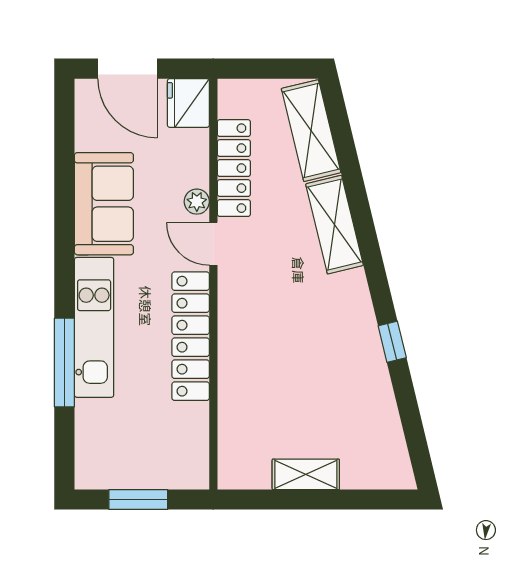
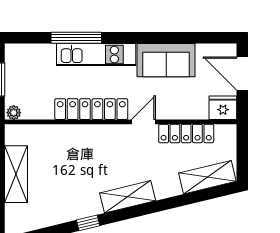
door: (128, 69) -> (242, 73), hinge flipped
plant: (197, 202) -> (14, 113), moved
shelving: (334, 225) -> (128, 197), moved
shelving: (306, 474) -> (16, 174), width x1.50, depth x1.33

